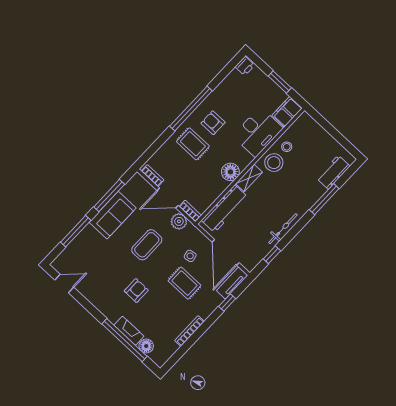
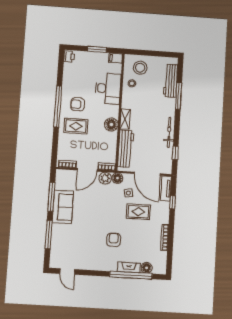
filing cabinet: (287, 112) -> (116, 58), width x0.50
stool: (274, 163) -> (140, 68), moved
workbench: (333, 172) -> (171, 81), width x1.38
floor lamp: (191, 232) -> (117, 178), added
coffee table: (147, 245) -> (98, 208), removed
door: (64, 284) -> (67, 272), swing flipped

